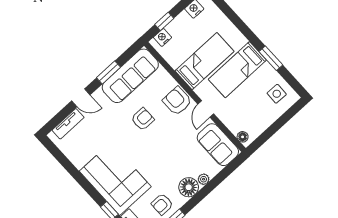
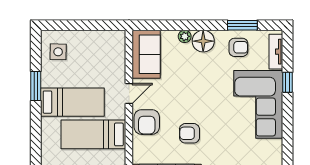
floor lamp: (243, 137) -> (120, 42), removed

